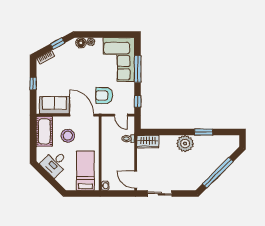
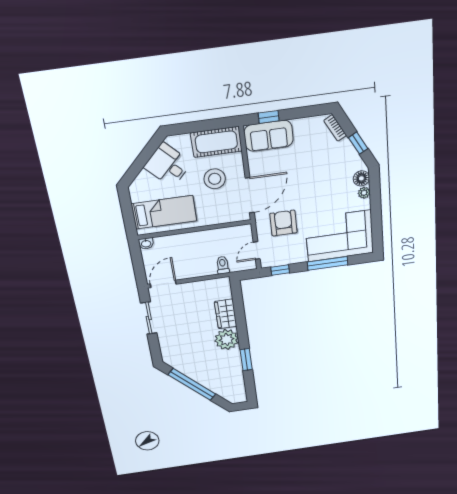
window: (33, 84) -> (269, 117), moved
sofa: (54, 105) -> (269, 136), moved, turned 90
wardrobe: (148, 142) -> (226, 314), moved

